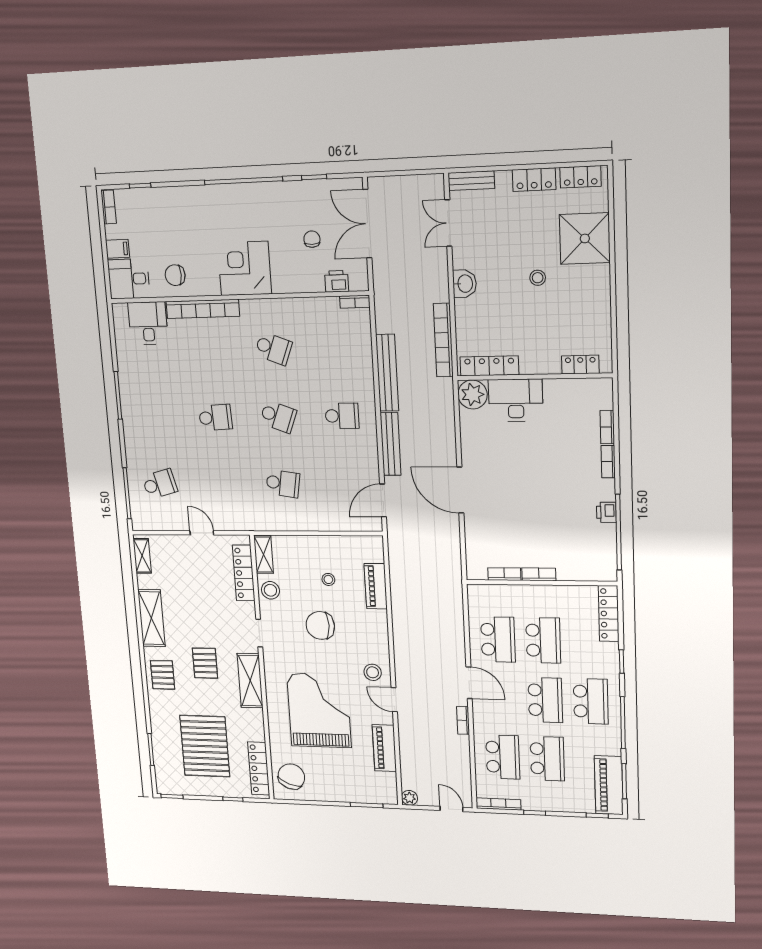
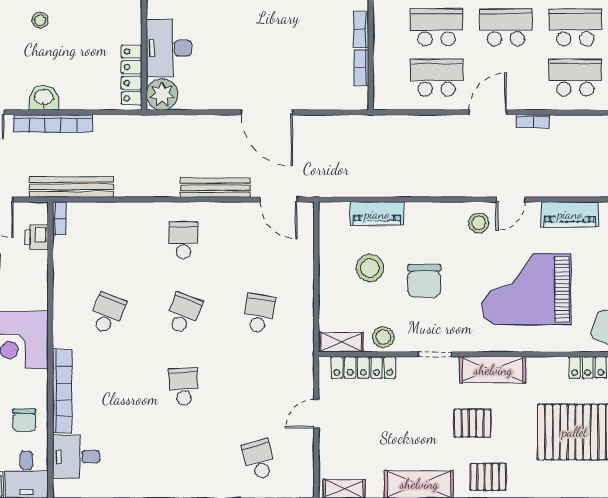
bookcase: (443, 340) -> (53, 123), moved
bench: (387, 373) -> (72, 187), moved
door: (460, 490) -> (267, 112), hinge flipped
stool: (328, 579) -> (370, 268), width x1.89, depth x1.89

